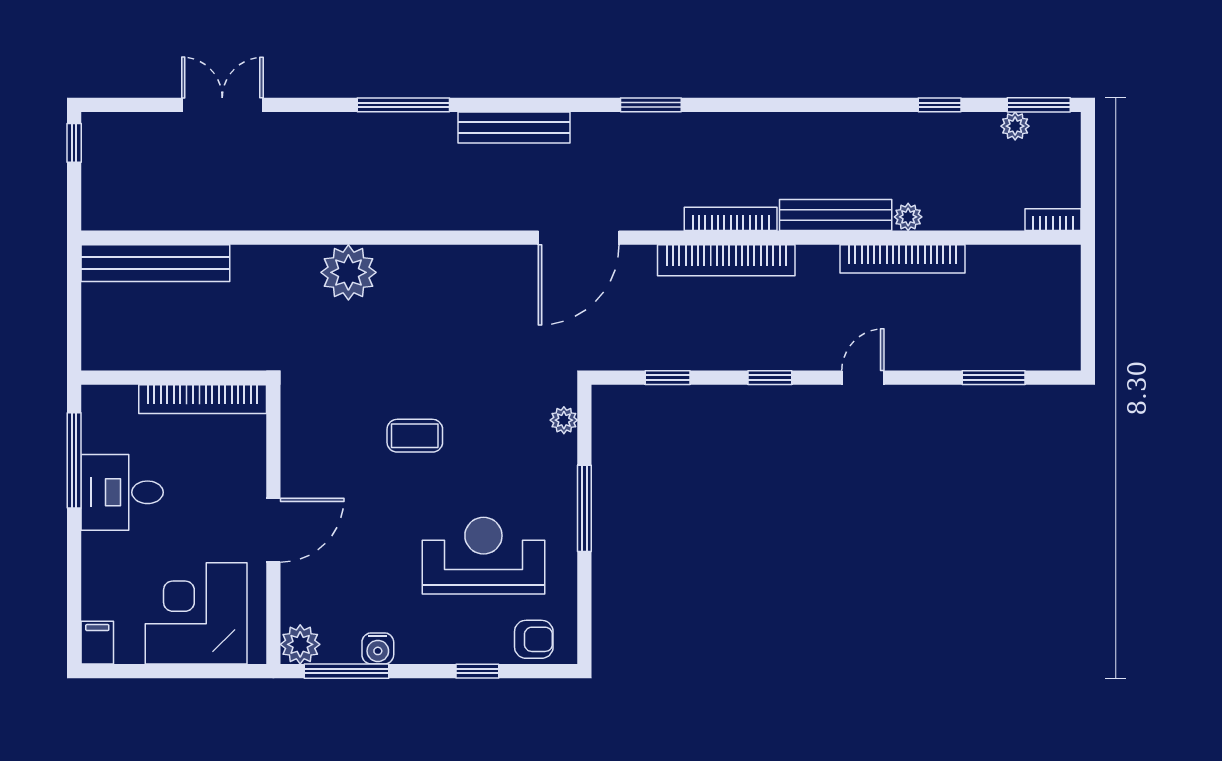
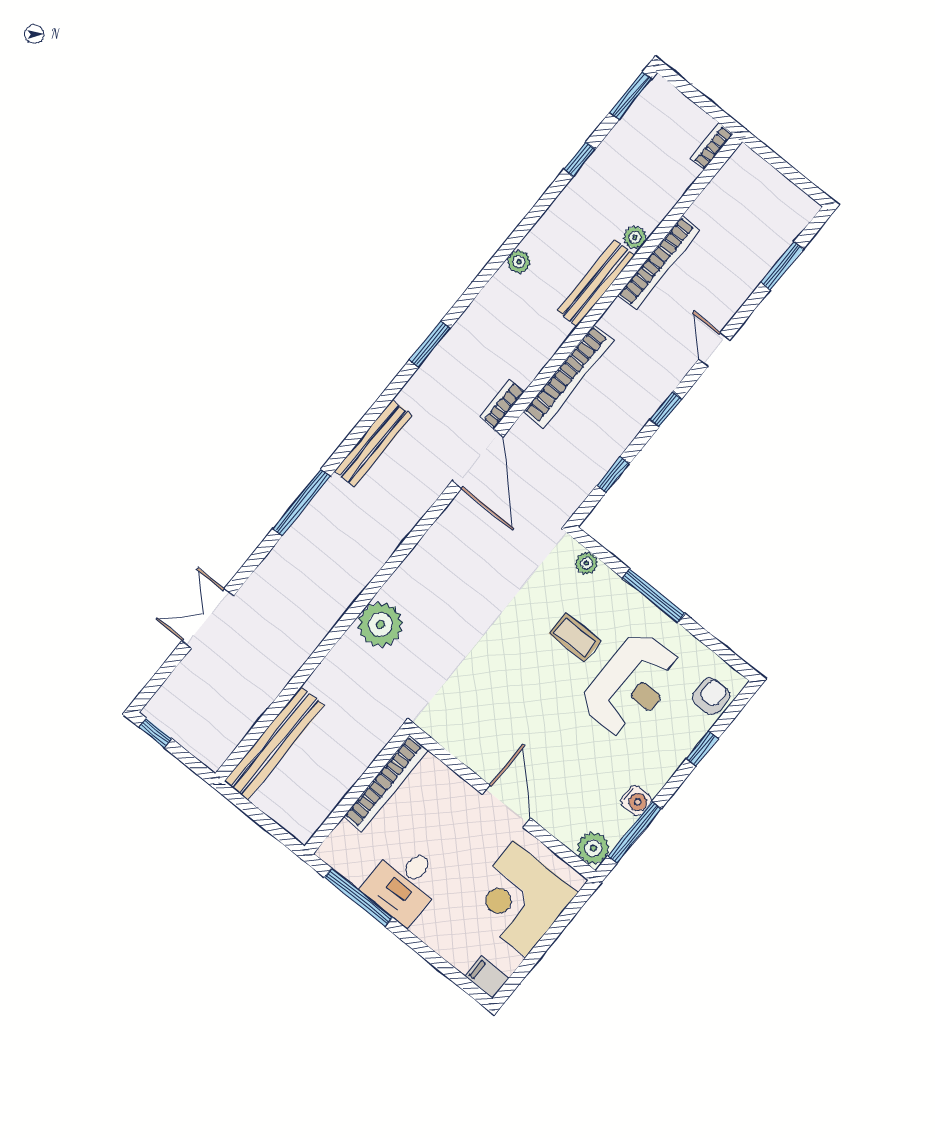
plant: (1015, 126) -> (519, 262), moved
bookcase: (731, 219) -> (502, 404), moved, width x0.64
coffee table: (415, 436) -> (575, 637), moved, turned 90
reception desk: (483, 556) -> (632, 685), turned 180

